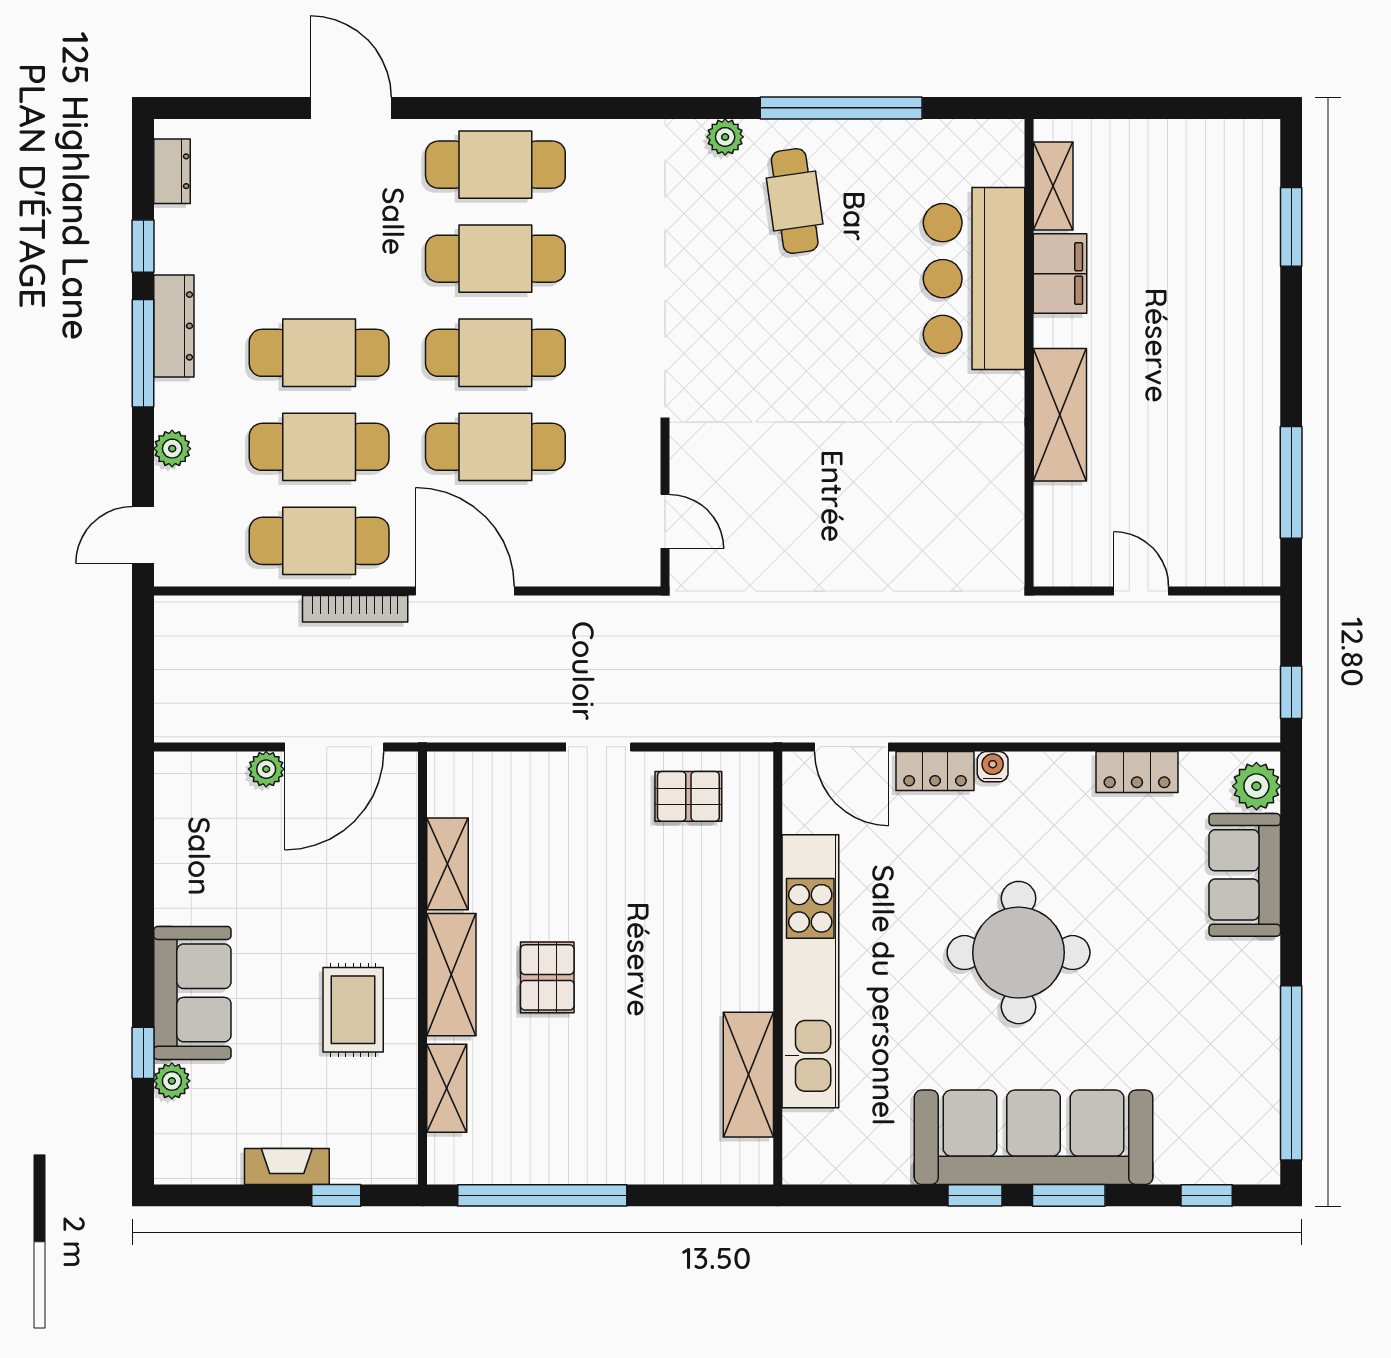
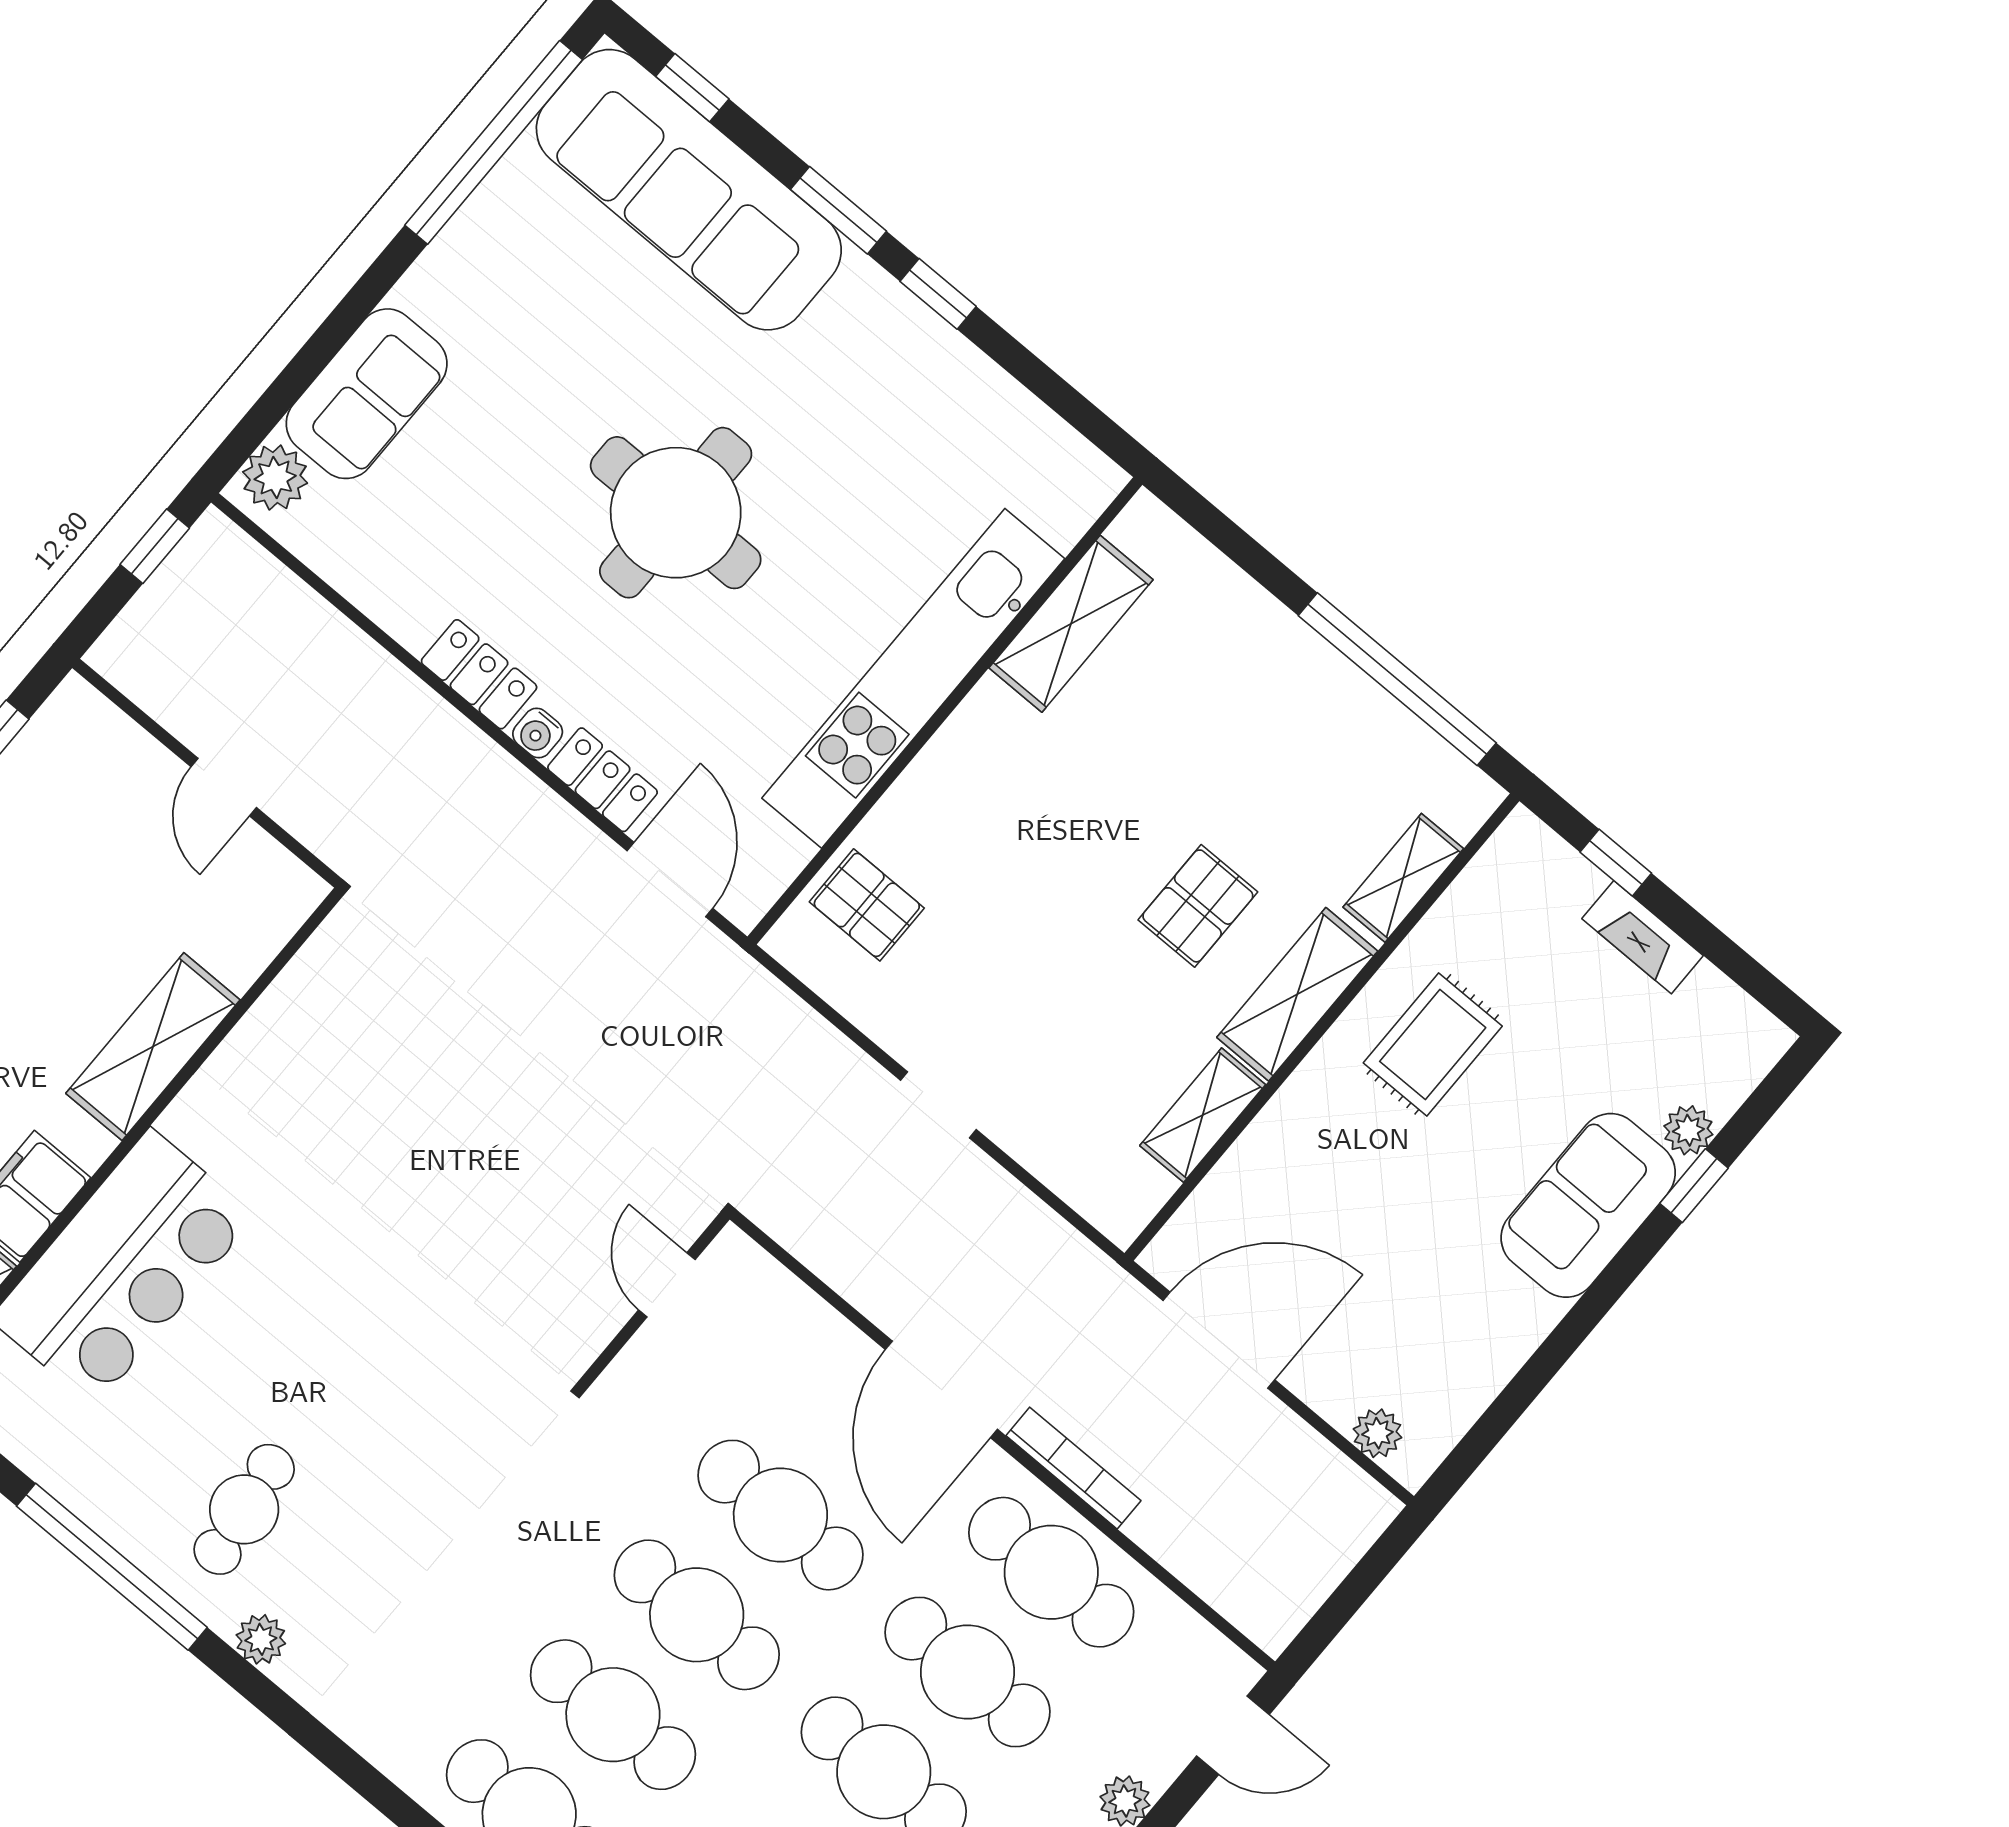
plant: (266, 769) -> (1377, 1433), moved
locker: (1137, 772) -> (479, 674), moved
pallet: (688, 796) -> (867, 905), moved
sofa: (1034, 1137) -> (689, 190), moved

